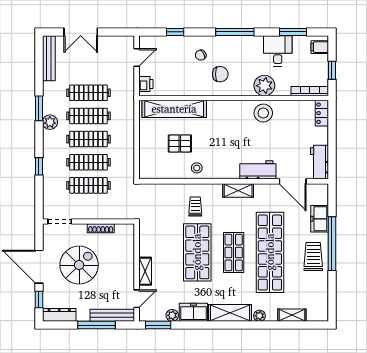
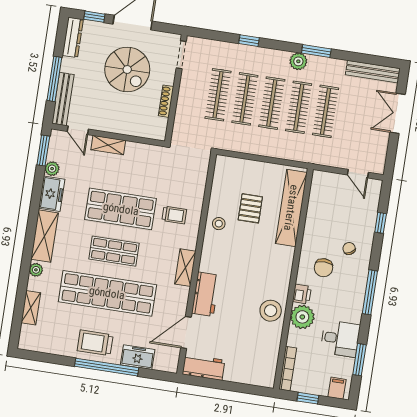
printer: (146, 84) -> (302, 294), moved, turned -90
locker: (322, 113) -> (260, 379), removed
trolley: (313, 256) -> (95, 343), turned 180

